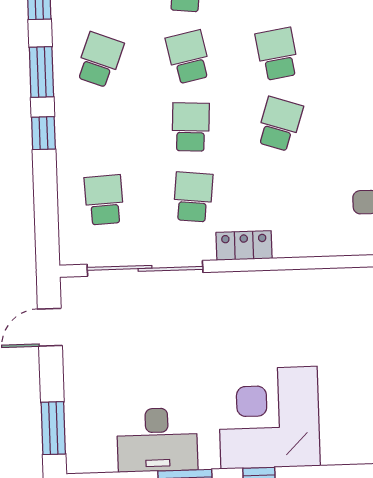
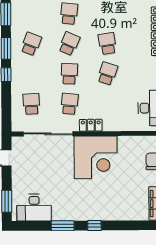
school desk: (188, 57) -> (69, 44), turned 36
corner desk: (269, 418) -> (96, 157), moved, turned 180
desk: (157, 440) -> (34, 208), moved

